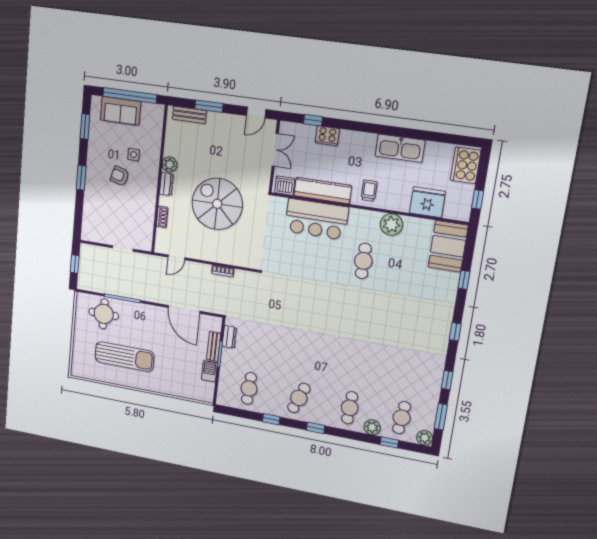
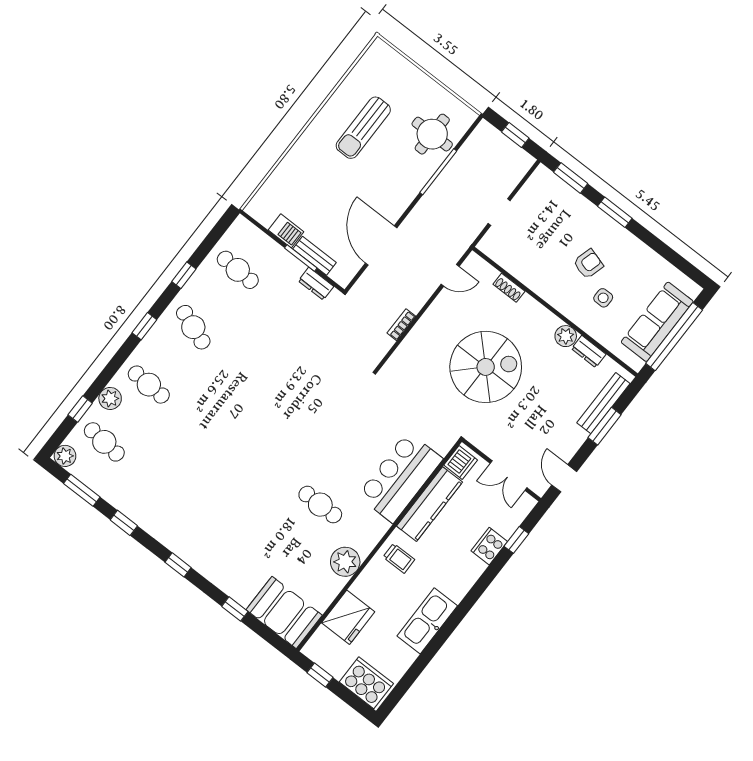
sofa: (121, 111) -> (657, 322), width x1.36
bench: (189, 115) -> (603, 403), width x1.36
window: (85, 127) -> (571, 178), moved
dresser: (166, 184) -> (589, 352), moved
door: (176, 257) -> (450, 275), swing flipped
door: (184, 309) -> (381, 246), hinge flipped
sun lounger: (124, 357) -> (363, 128), width x0.73, depth x0.75

